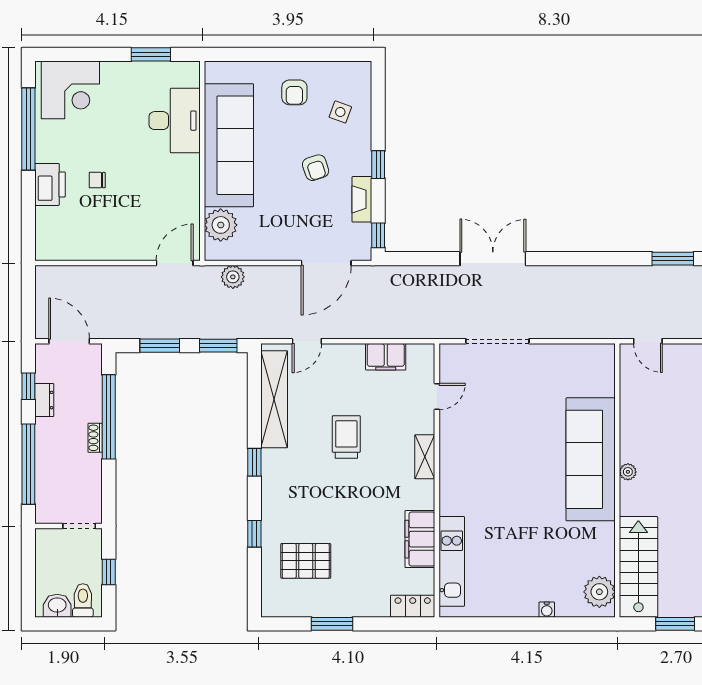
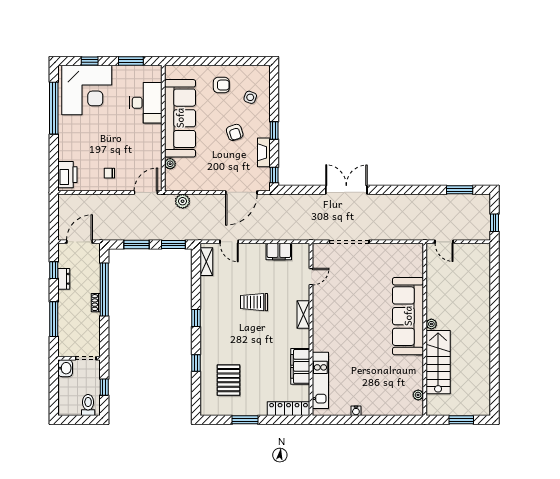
window: (85, 54) -> (90, 61), added
corner desk: (70, 90) -> (87, 90), width x1.36, depth x1.36
armchair: (294, 92) -> (221, 85), turned -90
chair: (97, 180) -> (109, 173), moved
printer: (50, 184) -> (67, 175), moved
plant: (221, 225) -> (170, 164), width x0.53, depth x0.53
door: (69, 341) -> (79, 242), hinge flipped
door: (307, 341) -> (229, 242), hinge flipped
shelving: (274, 399) -> (206, 262), width x0.45, depth x0.75
trolley: (346, 437) -> (254, 302), turned -90
window: (28, 464) -> (54, 319), width x0.68
pallet: (306, 561) -> (228, 380), turned 90
stairs: (638, 567) -> (438, 362), moved
plant: (599, 592) -> (418, 395), width x0.53, depth x0.53
washbasin: (57, 606) -> (65, 368), moved, turned 90
locker: (413, 606) -> (289, 409), width x1.53
water cooler: (547, 610) -> (356, 411), moved

